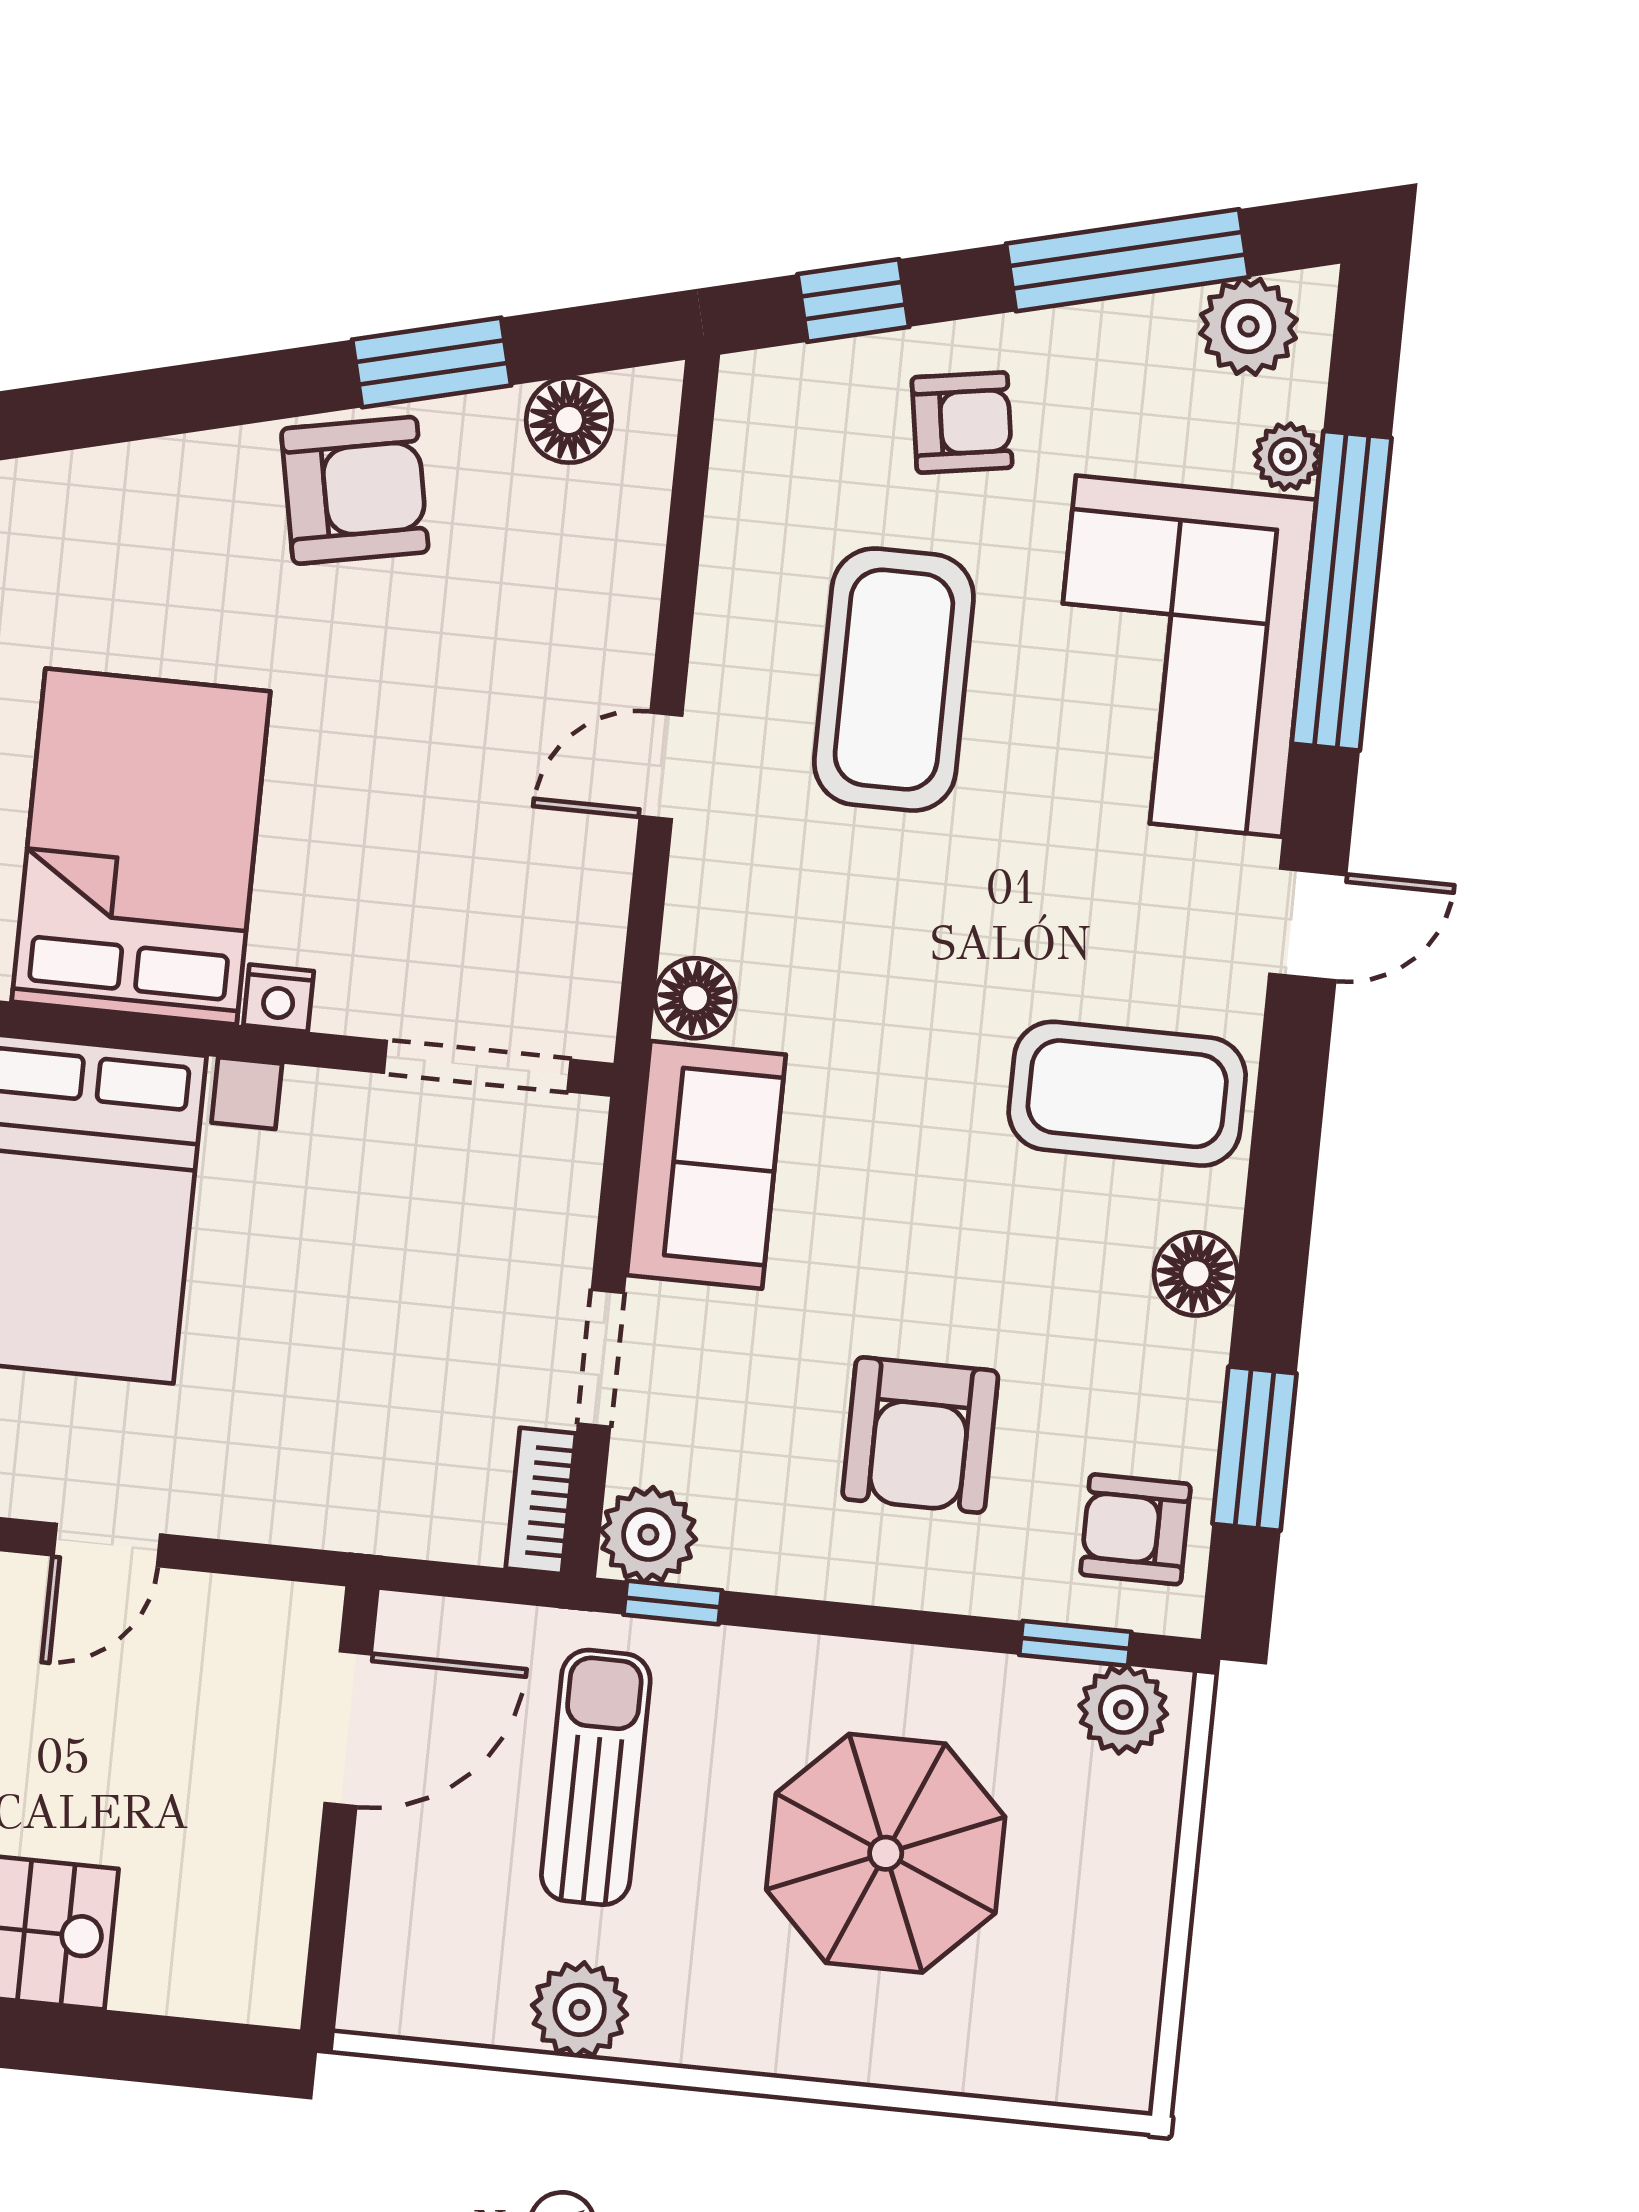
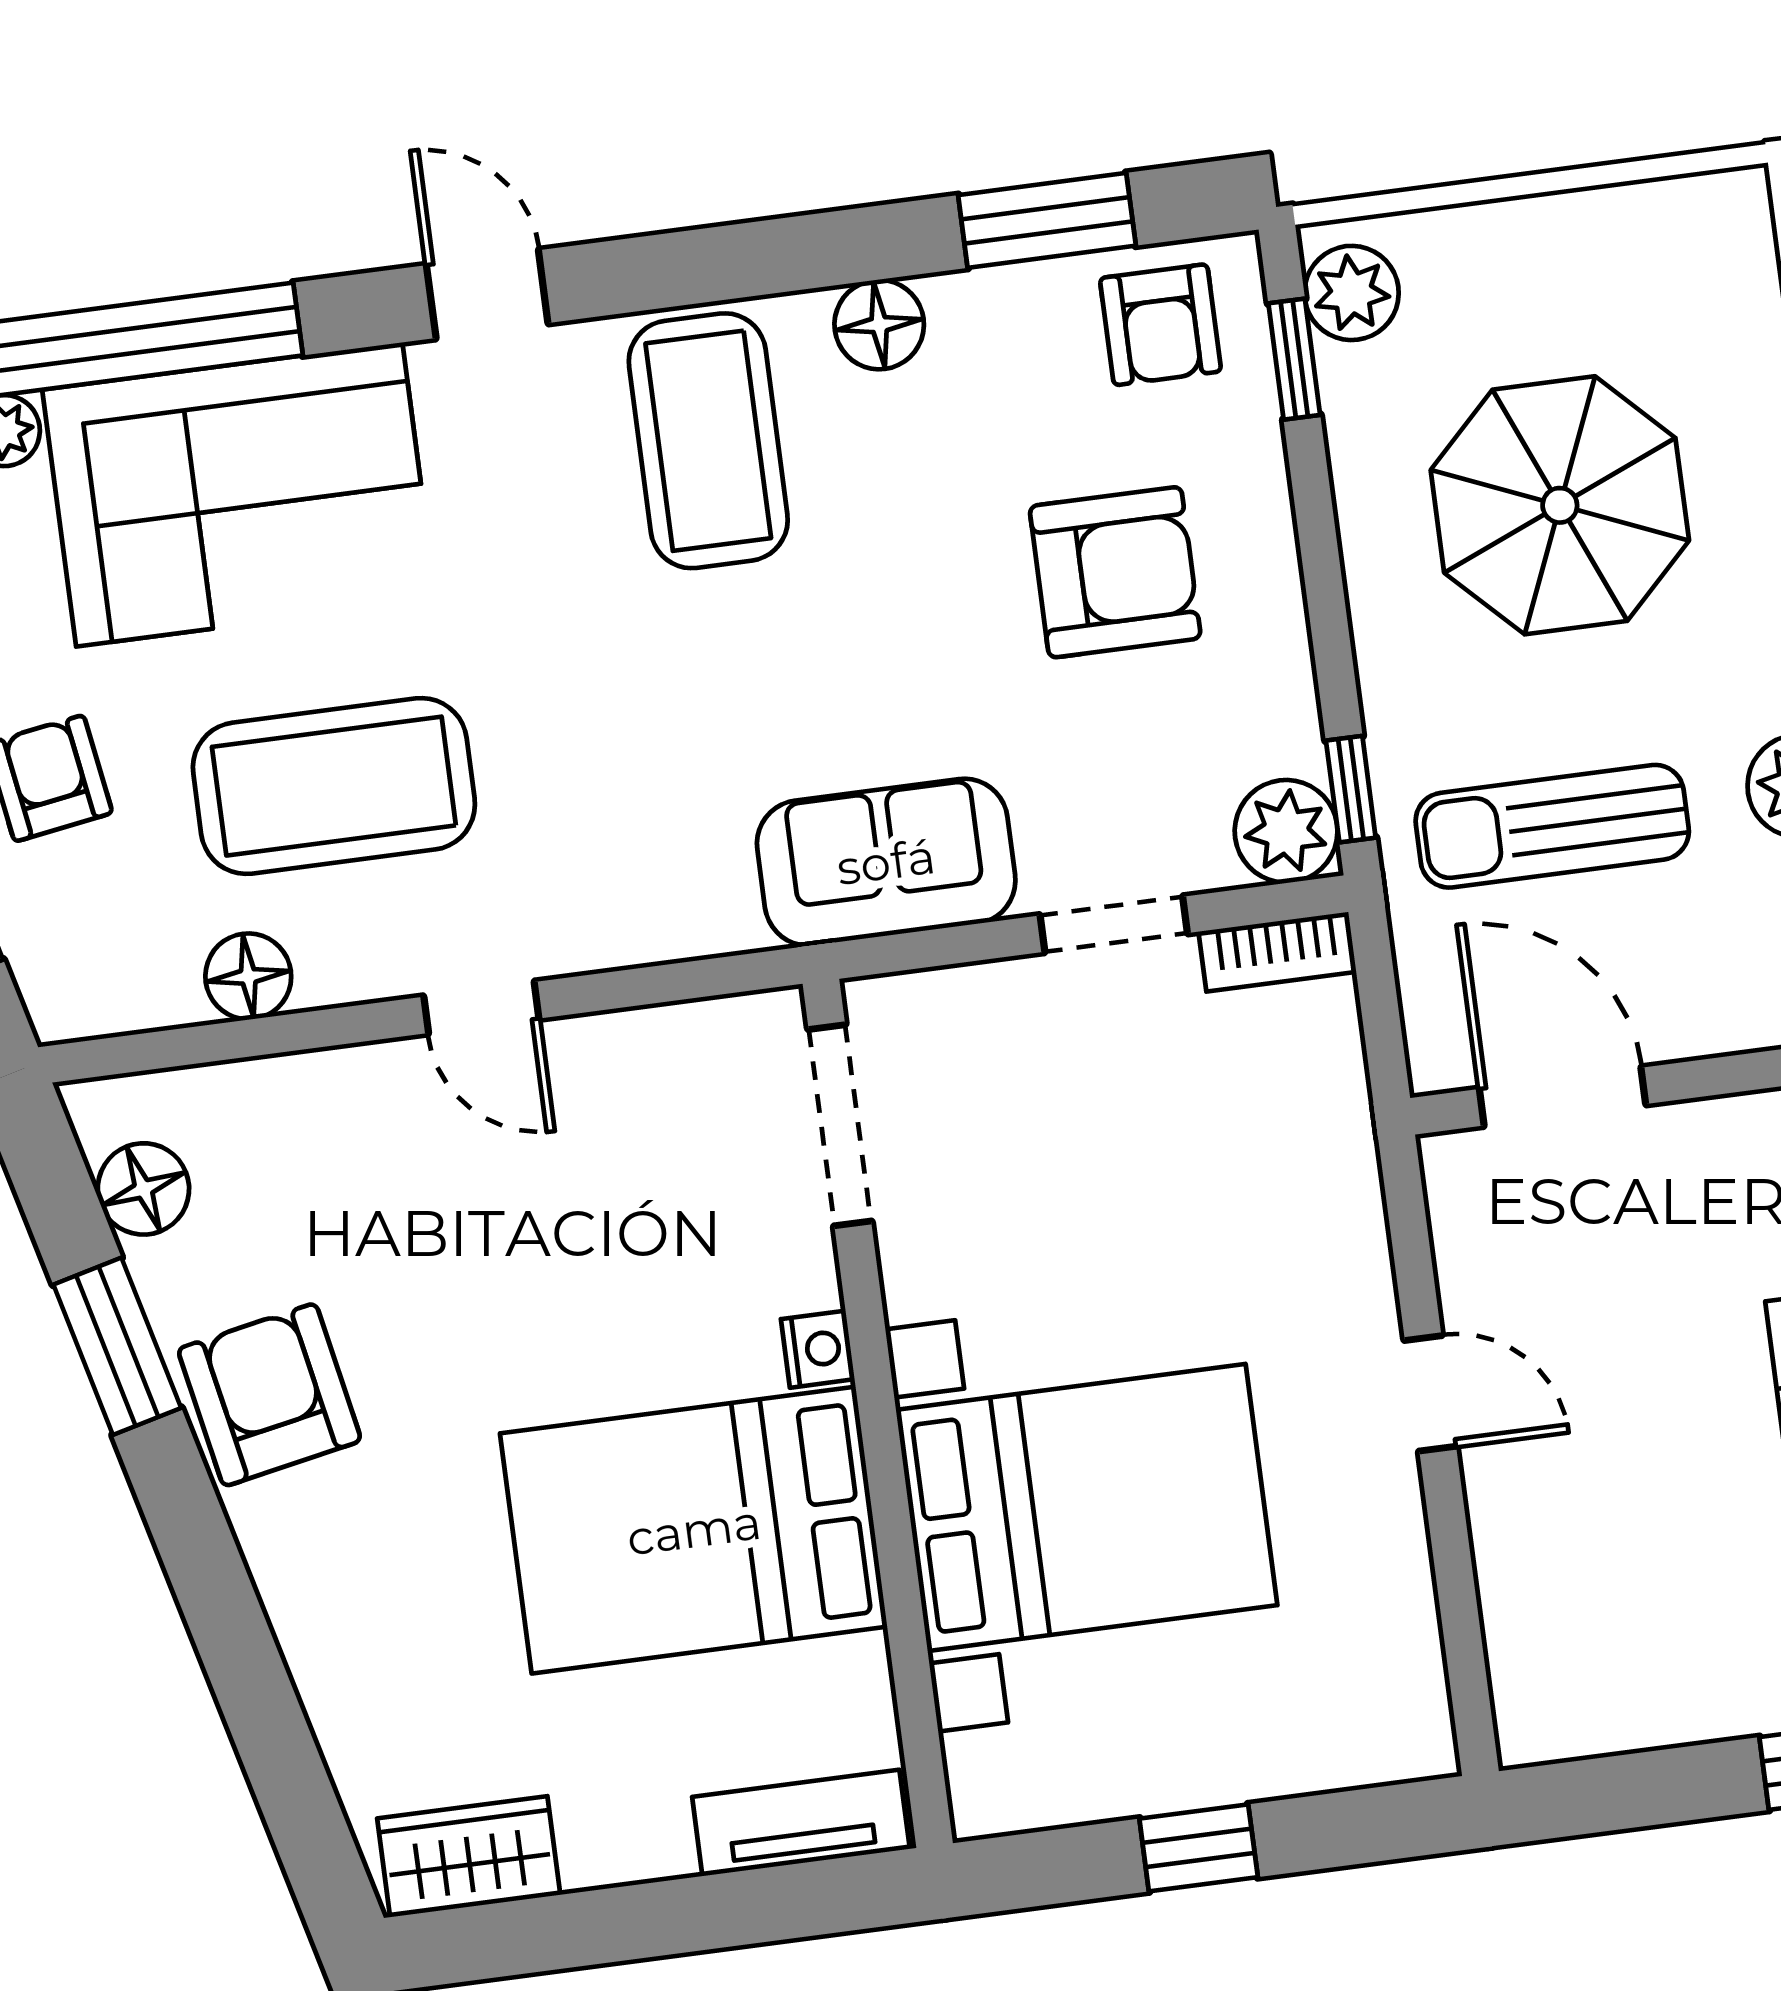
floor lamp: (695, 998) -> (248, 976), moved

